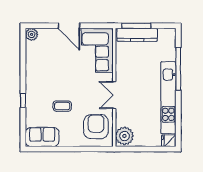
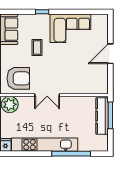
plant: (32, 34) -> (103, 20), removed
corner sofa: (97, 50) -> (70, 28), moved, turned 180
double door: (114, 95) -> (47, 95), swing flipped

